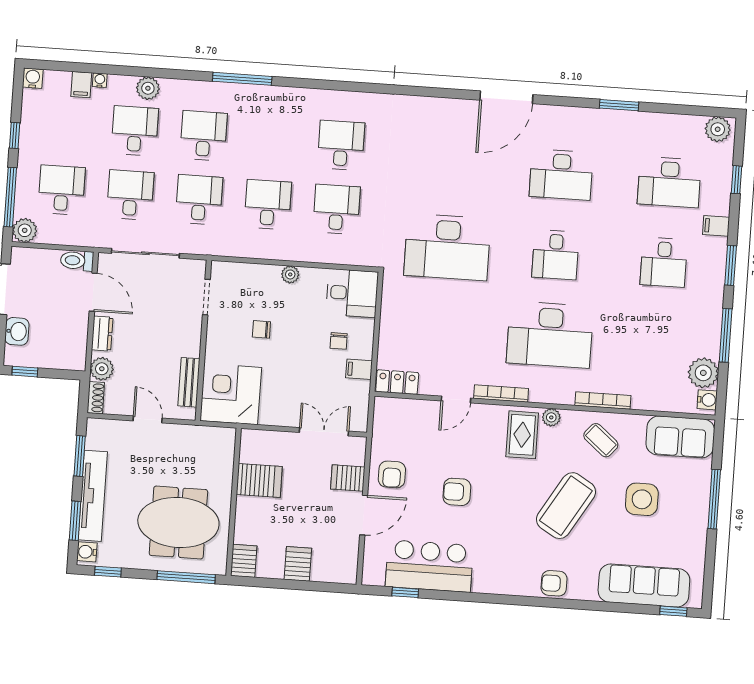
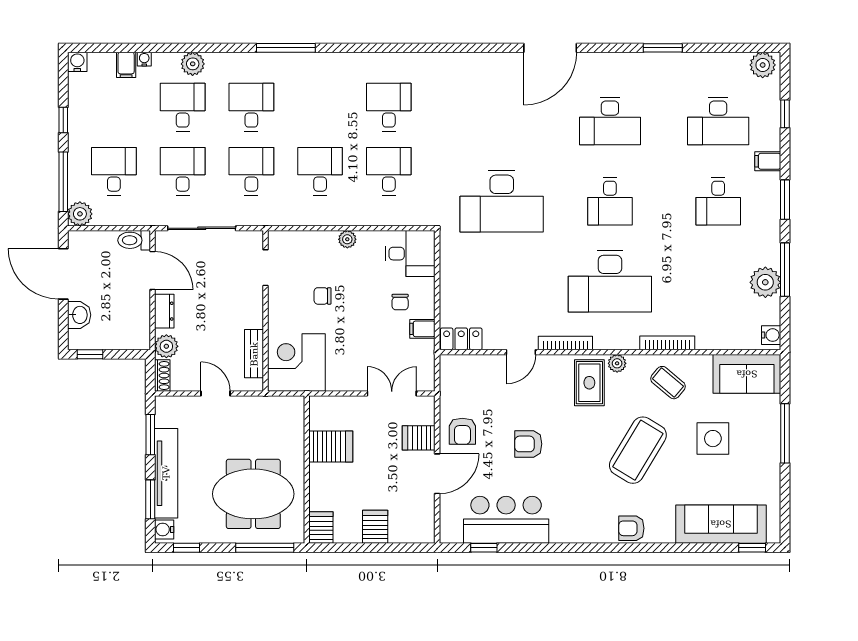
plant: (703, 373) -> (765, 282), moved

